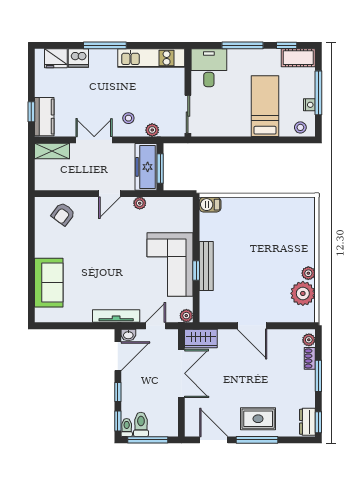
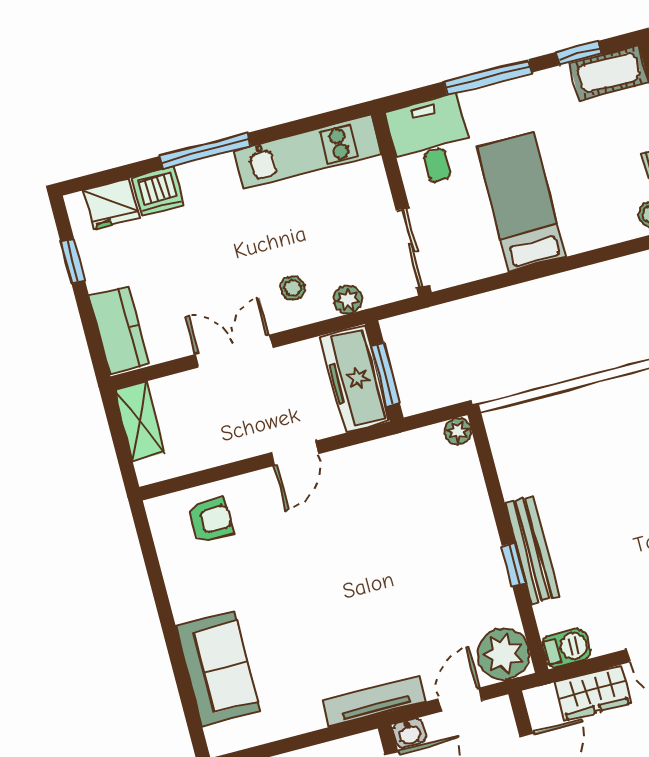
bed: (265, 106) -> (521, 202), moved
window: (31, 112) -> (73, 261), moved
shelving: (52, 151) -> (139, 421), moved, turned 90
plant: (140, 203) -> (458, 431), moved
barbecue: (210, 205) -> (566, 648), moved, turned 180
armchair: (63, 214) -> (210, 520), turned -127
corner sofa: (170, 264) -> (457, 566), removed
plant: (186, 316) -> (503, 654), width x1.87, depth x1.87
wardrobe: (201, 338) -> (593, 693), moved

